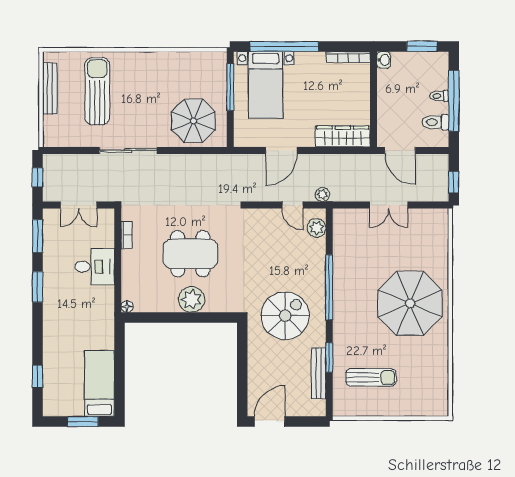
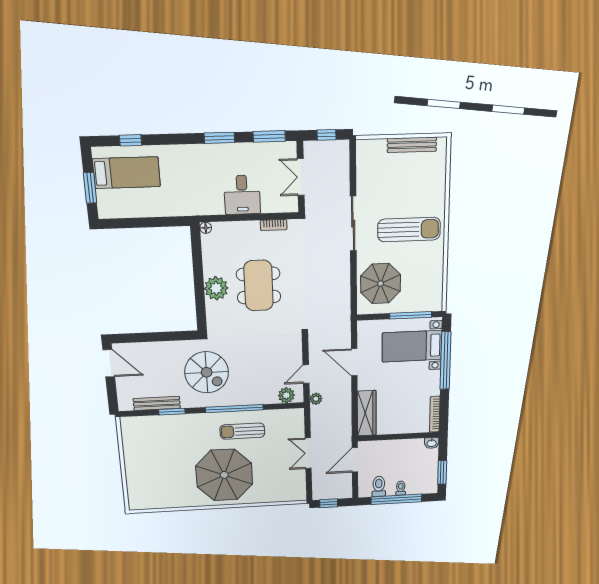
sun lounger: (97, 91) -> (409, 230), moved
sun lounger: (371, 378) -> (242, 431), moved, turned 90
bed: (99, 383) -> (126, 173), moved

